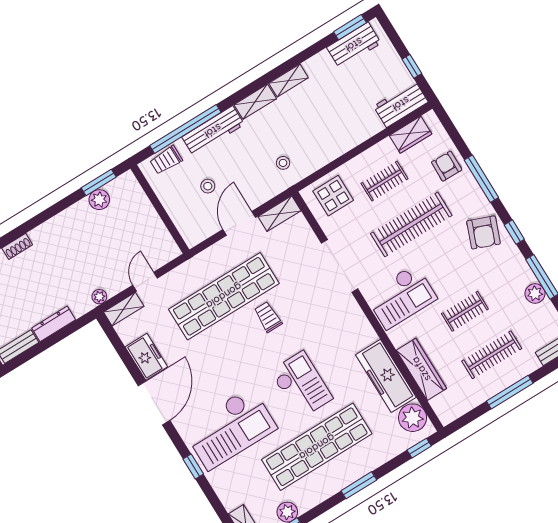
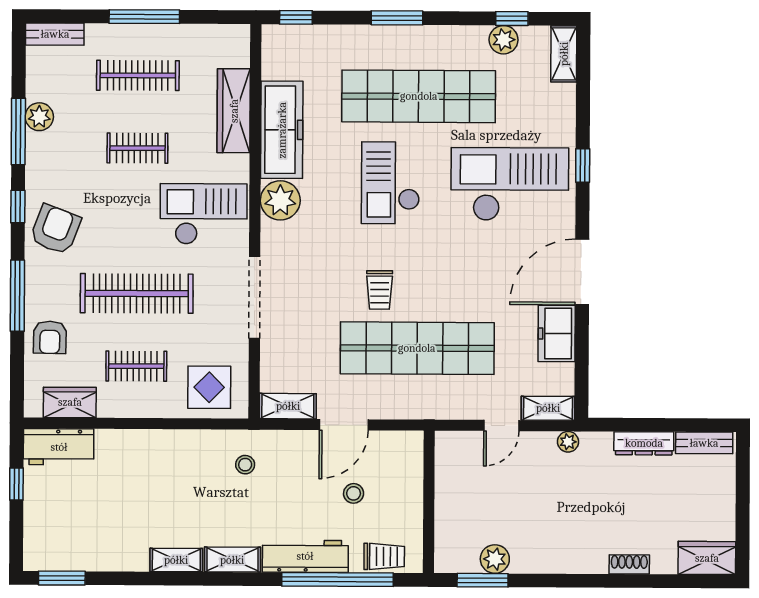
workbench: (354, 45) -> (71, 553), removed
plant: (413, 418) -> (280, 200), moved

